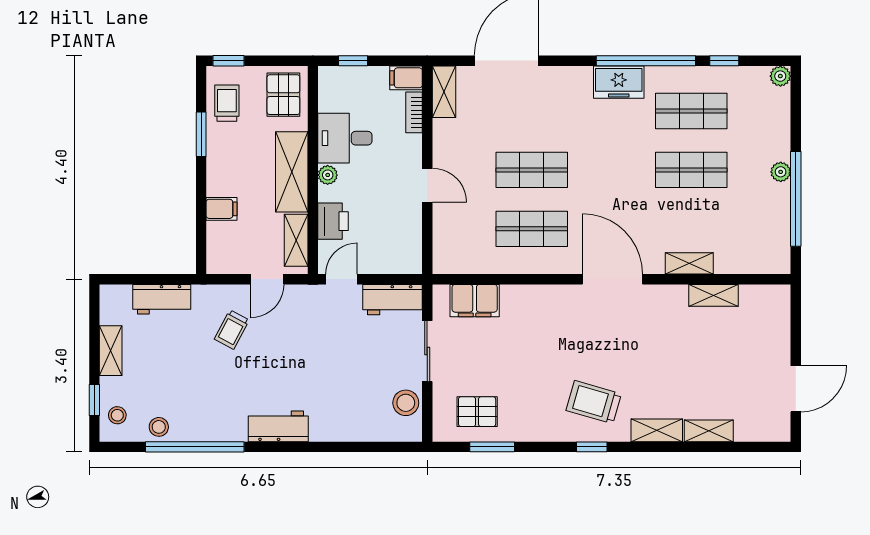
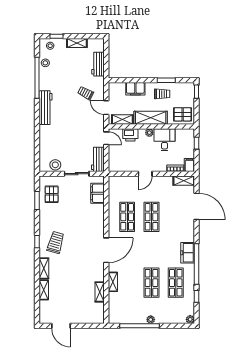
trolley: (227, 103) -> (162, 94), moved
filing cabinet: (222, 209) -> (135, 89), width x2.00
workbench: (278, 426) -> (46, 108), width x1.38

